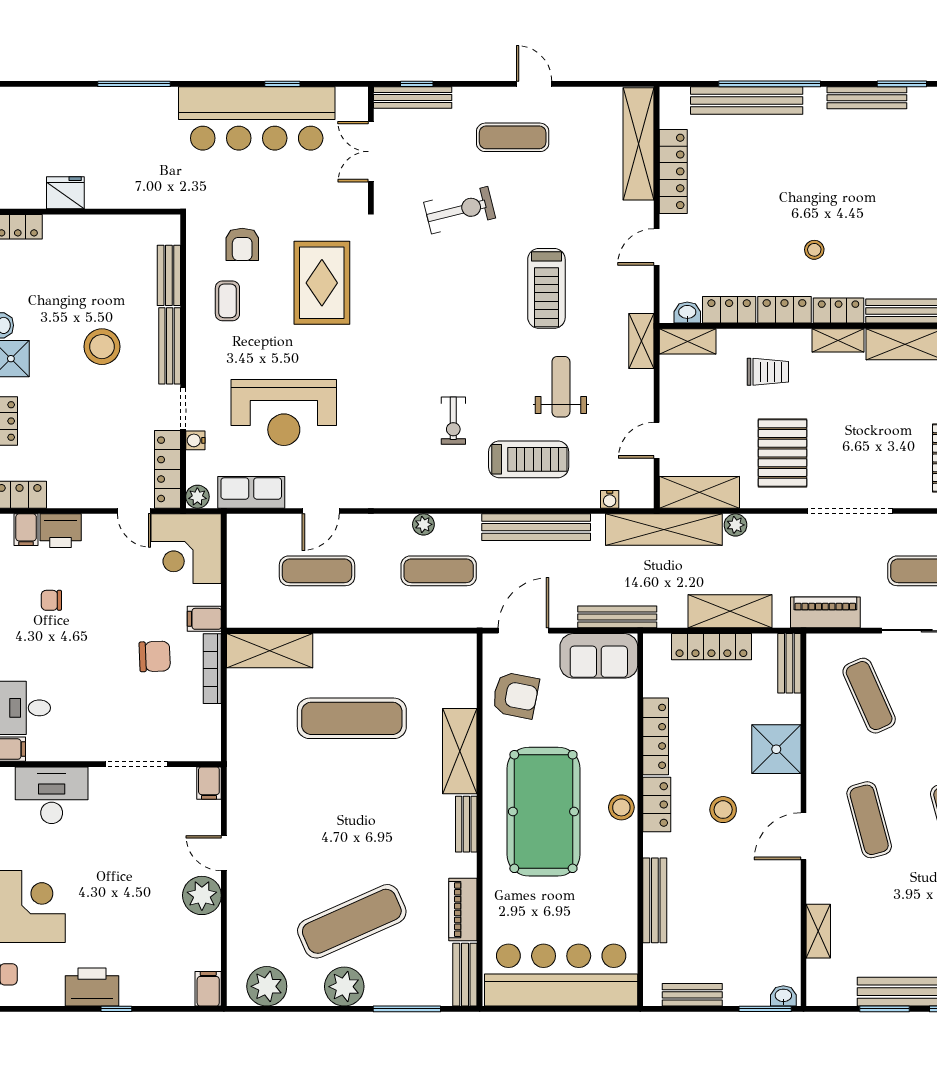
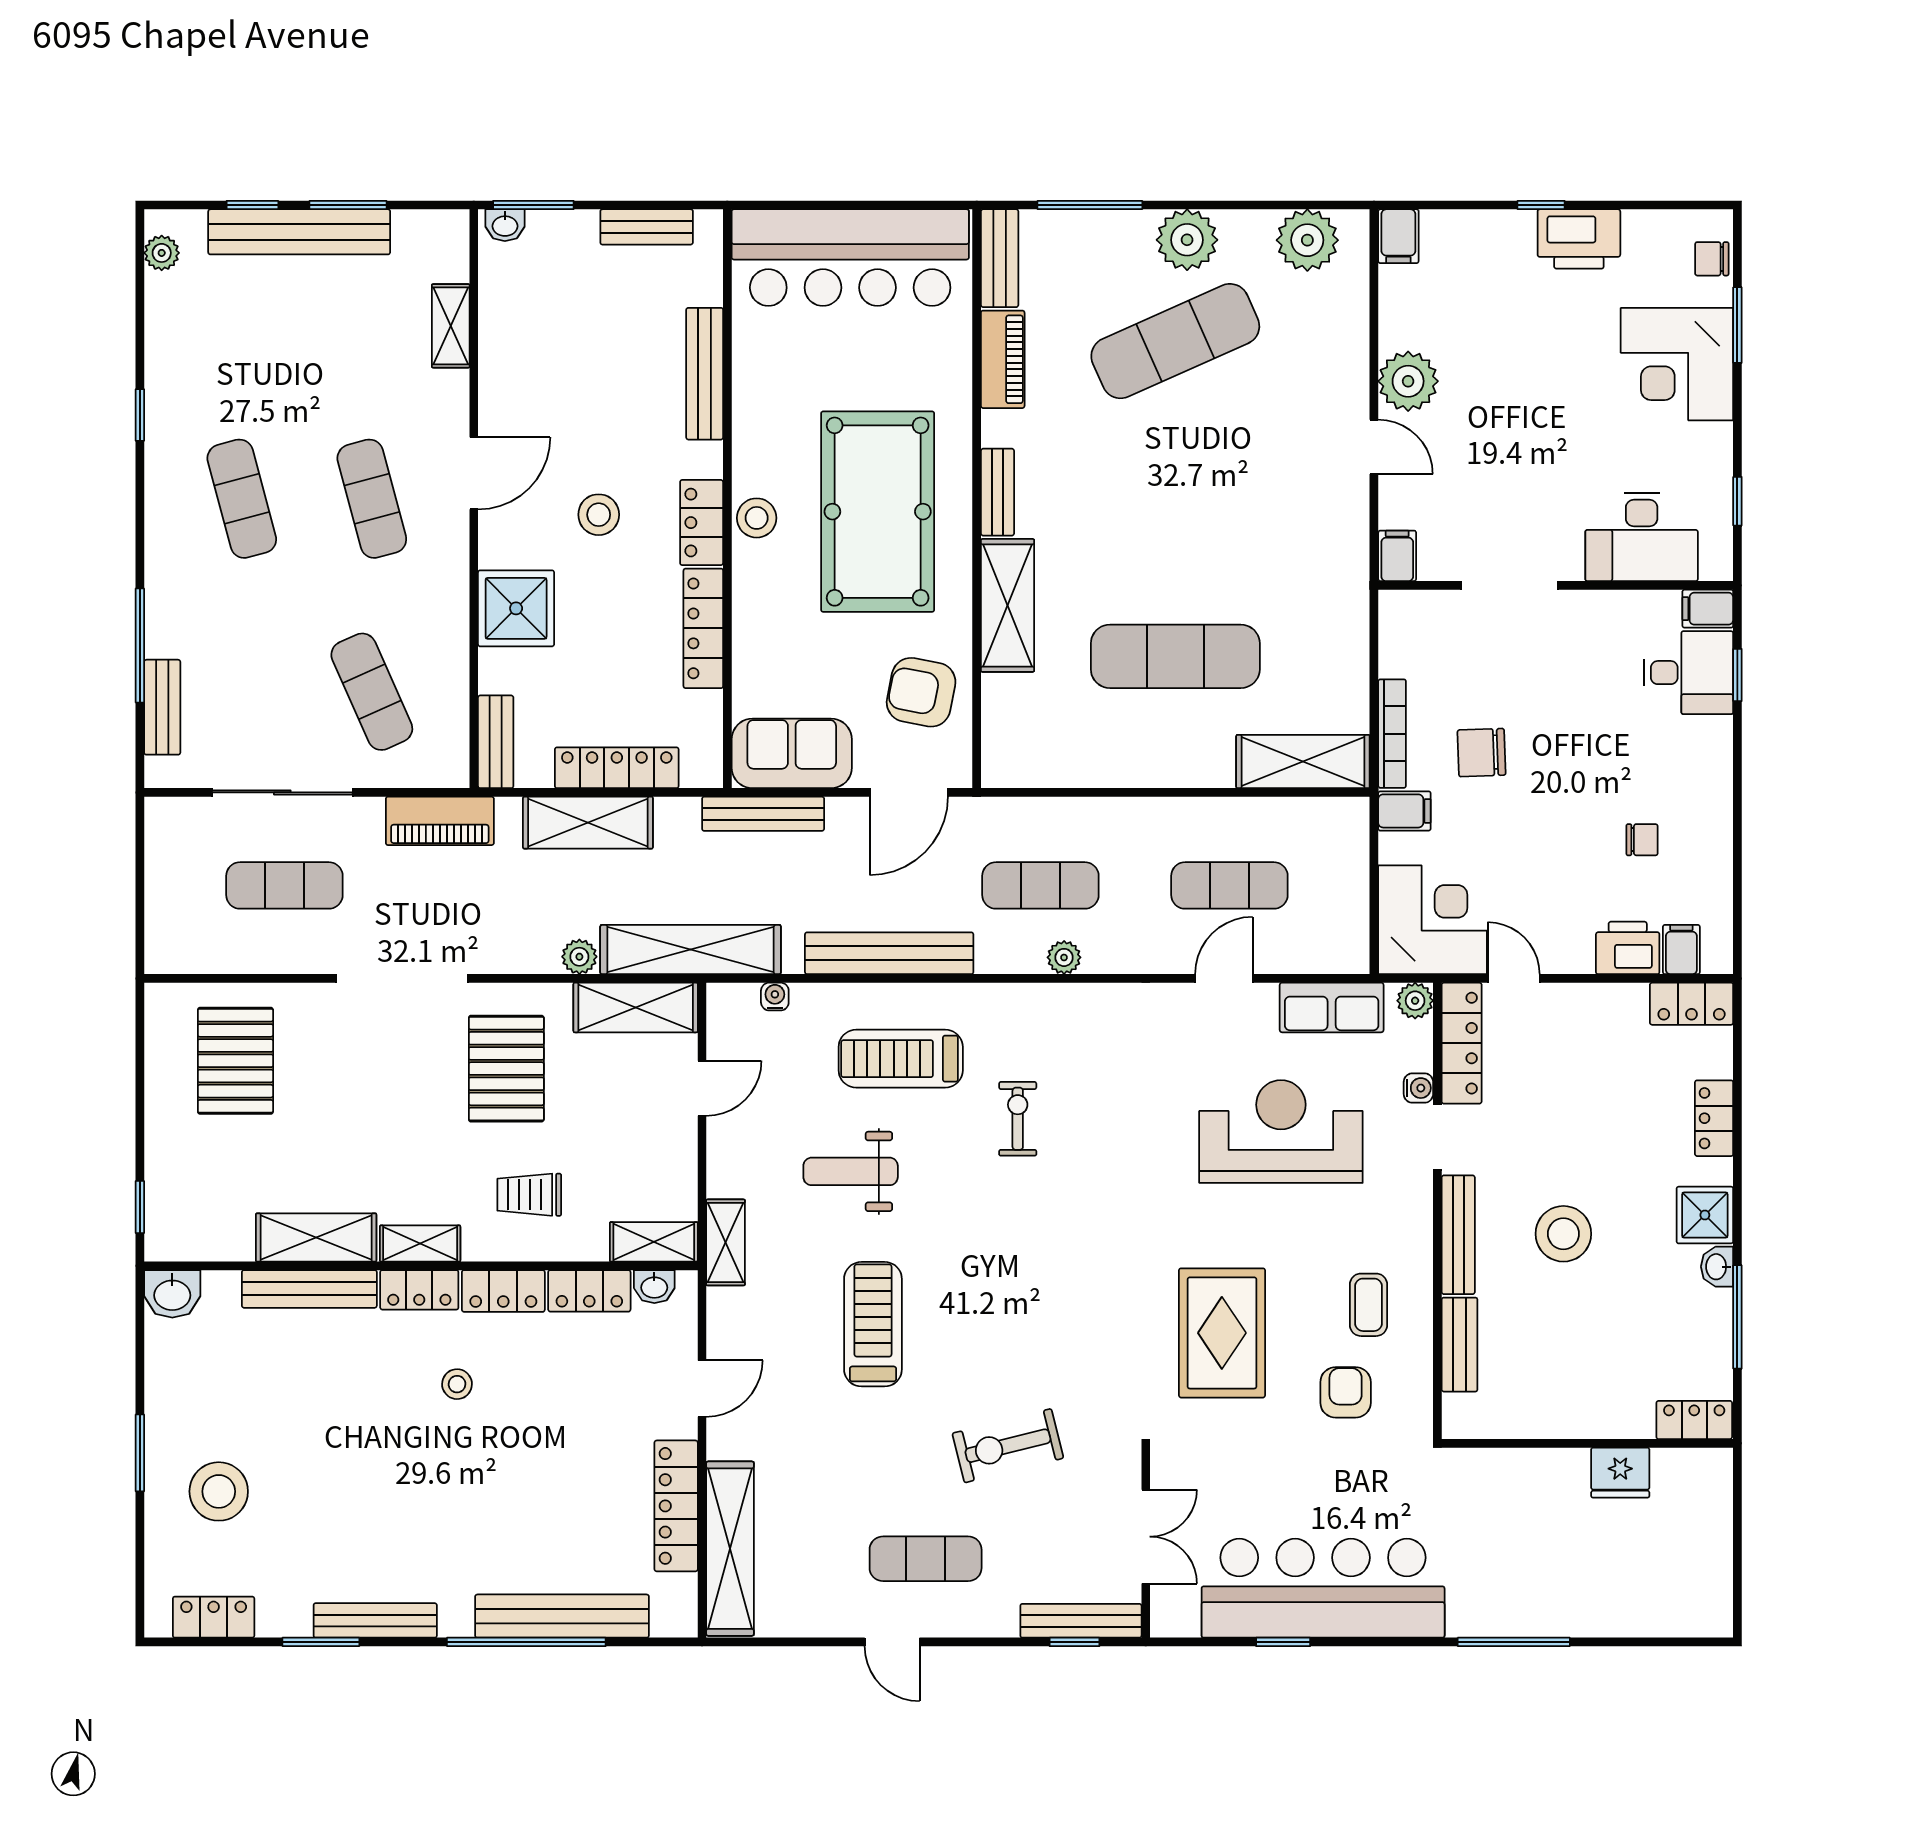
weight bench: (561, 387) -> (851, 1171), turned 90

